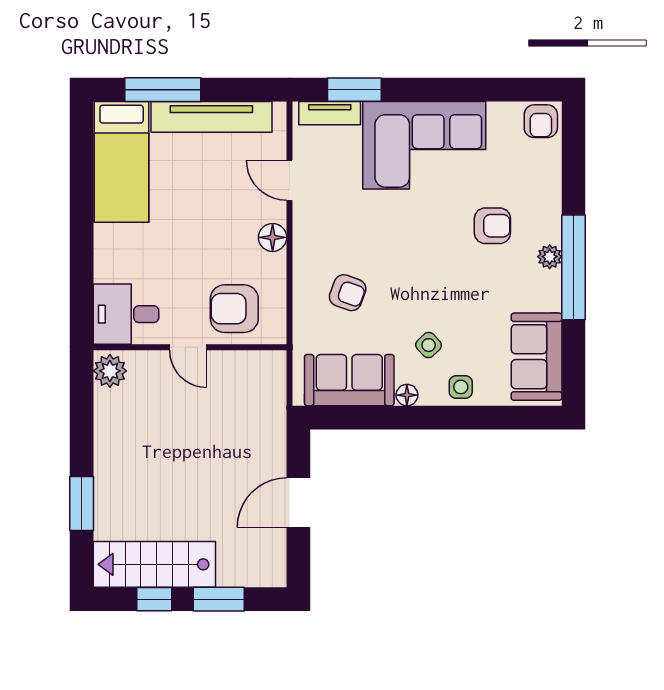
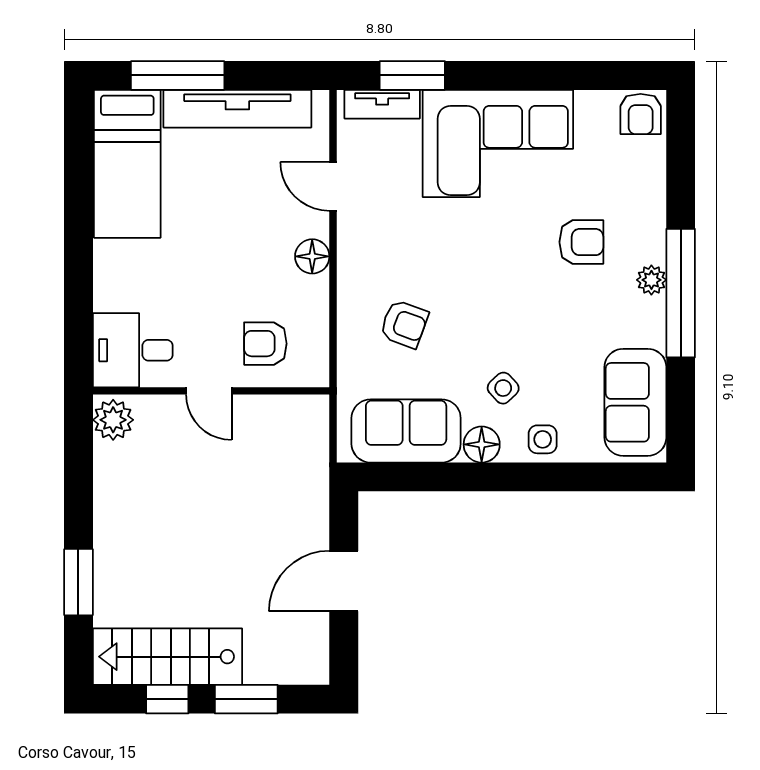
armchair: (234, 309) -> (265, 344), width x0.72, depth x0.72
floor lamp: (407, 395) -> (482, 444), width x1.37, depth x1.37

